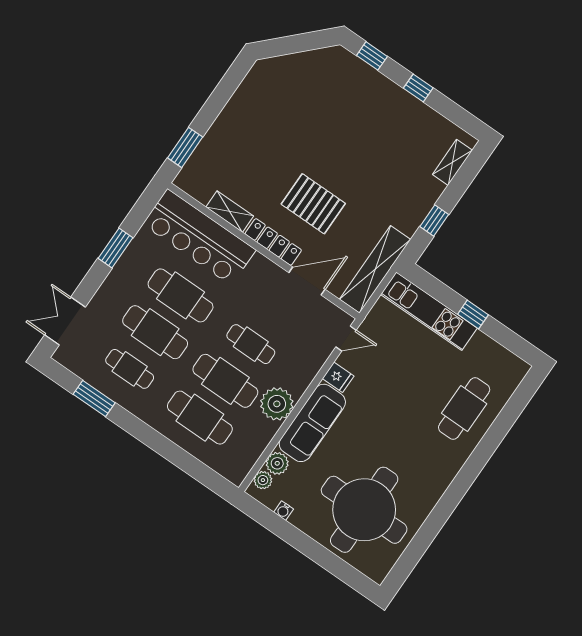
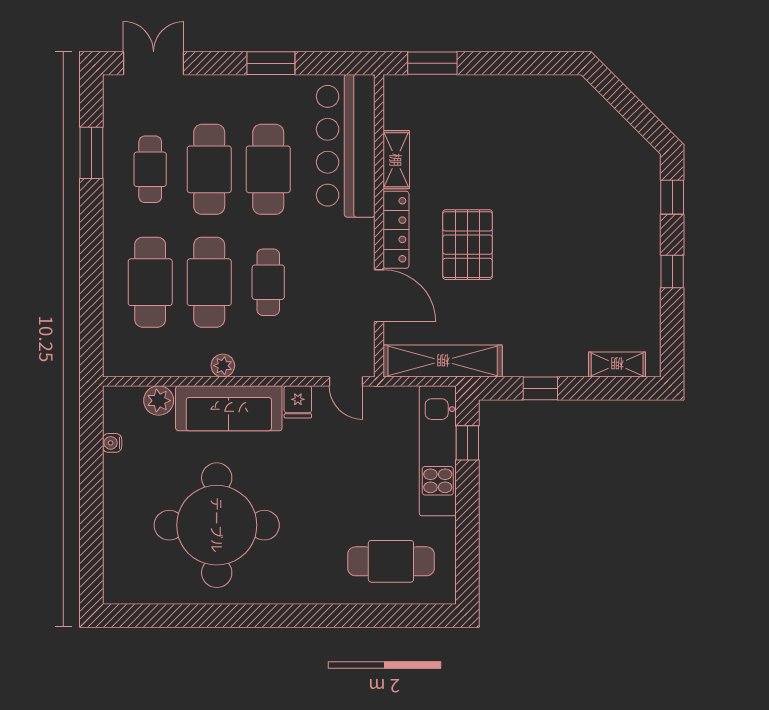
window: (473, 315) -> (467, 443), moved
plant: (277, 404) -> (223, 366), width x0.53, depth x0.53
cafe table: (464, 408) -> (391, 561), moved
plant: (263, 480) -> (130, 398), removed
round table: (364, 510) -> (217, 525), moved

